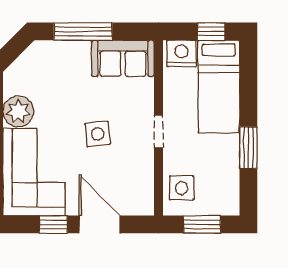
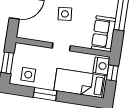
window: (211, 31) -> (112, 73), moved
side table: (182, 188) -> (28, 75), moved

